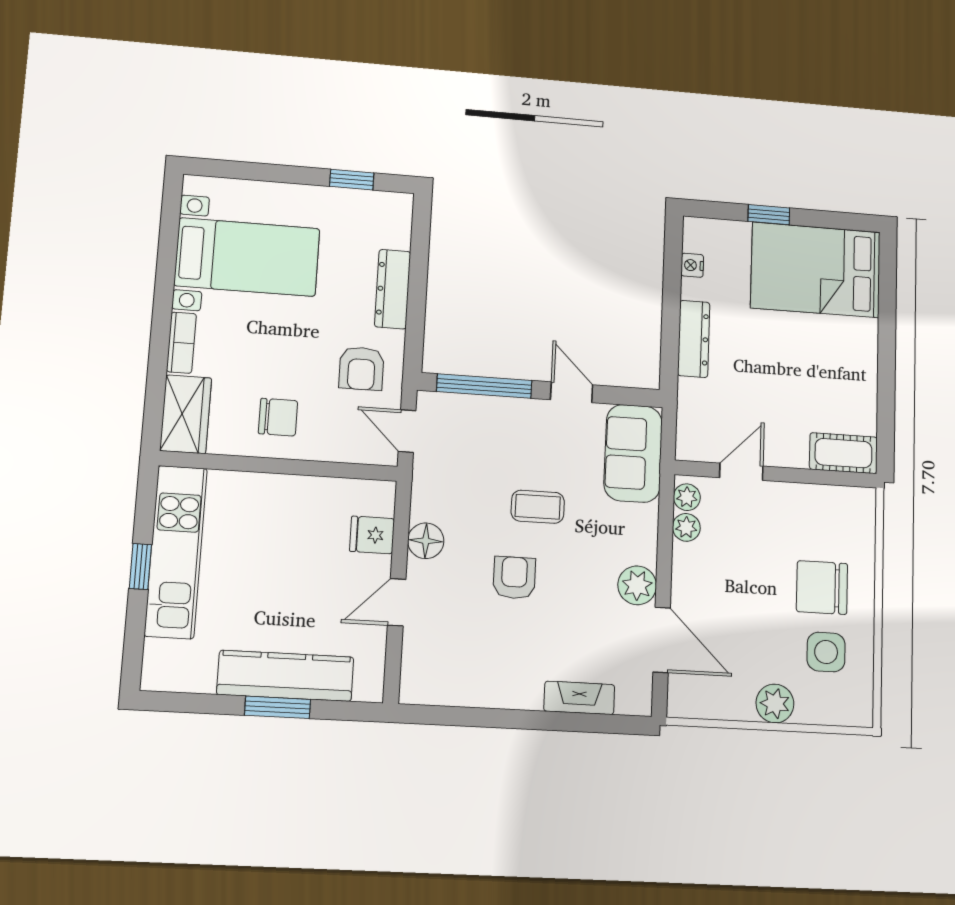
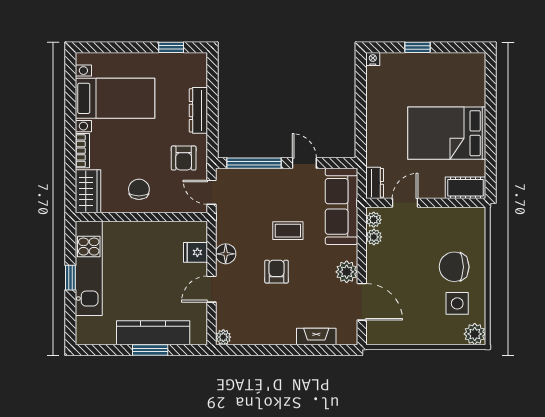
nightstand: (692, 265) -> (373, 59), moved, turned 90
bed: (816, 270) -> (447, 133), moved
dresser: (694, 339) -> (375, 183), moved, width x0.70
chair: (278, 417) -> (139, 189), turned -90
sofa: (633, 453) -> (341, 206), width x1.36
plant: (413, 691) -> (223, 337), added
plant: (775, 703) -> (475, 334), moved

